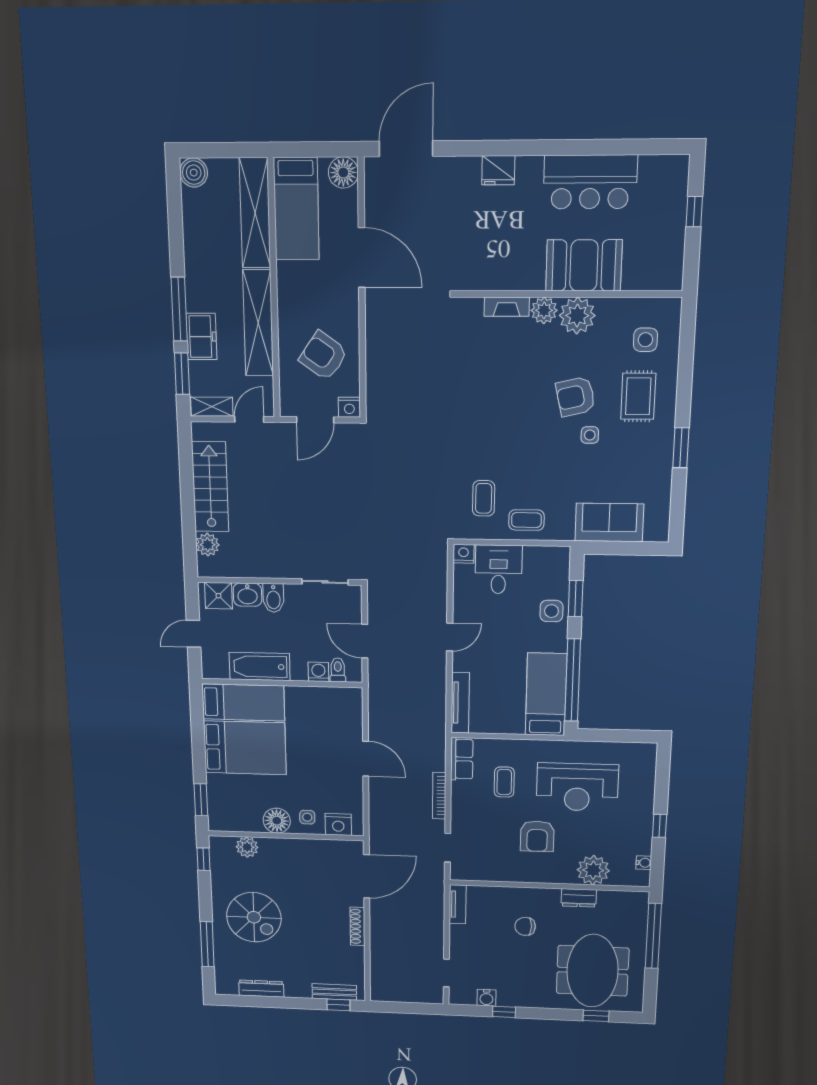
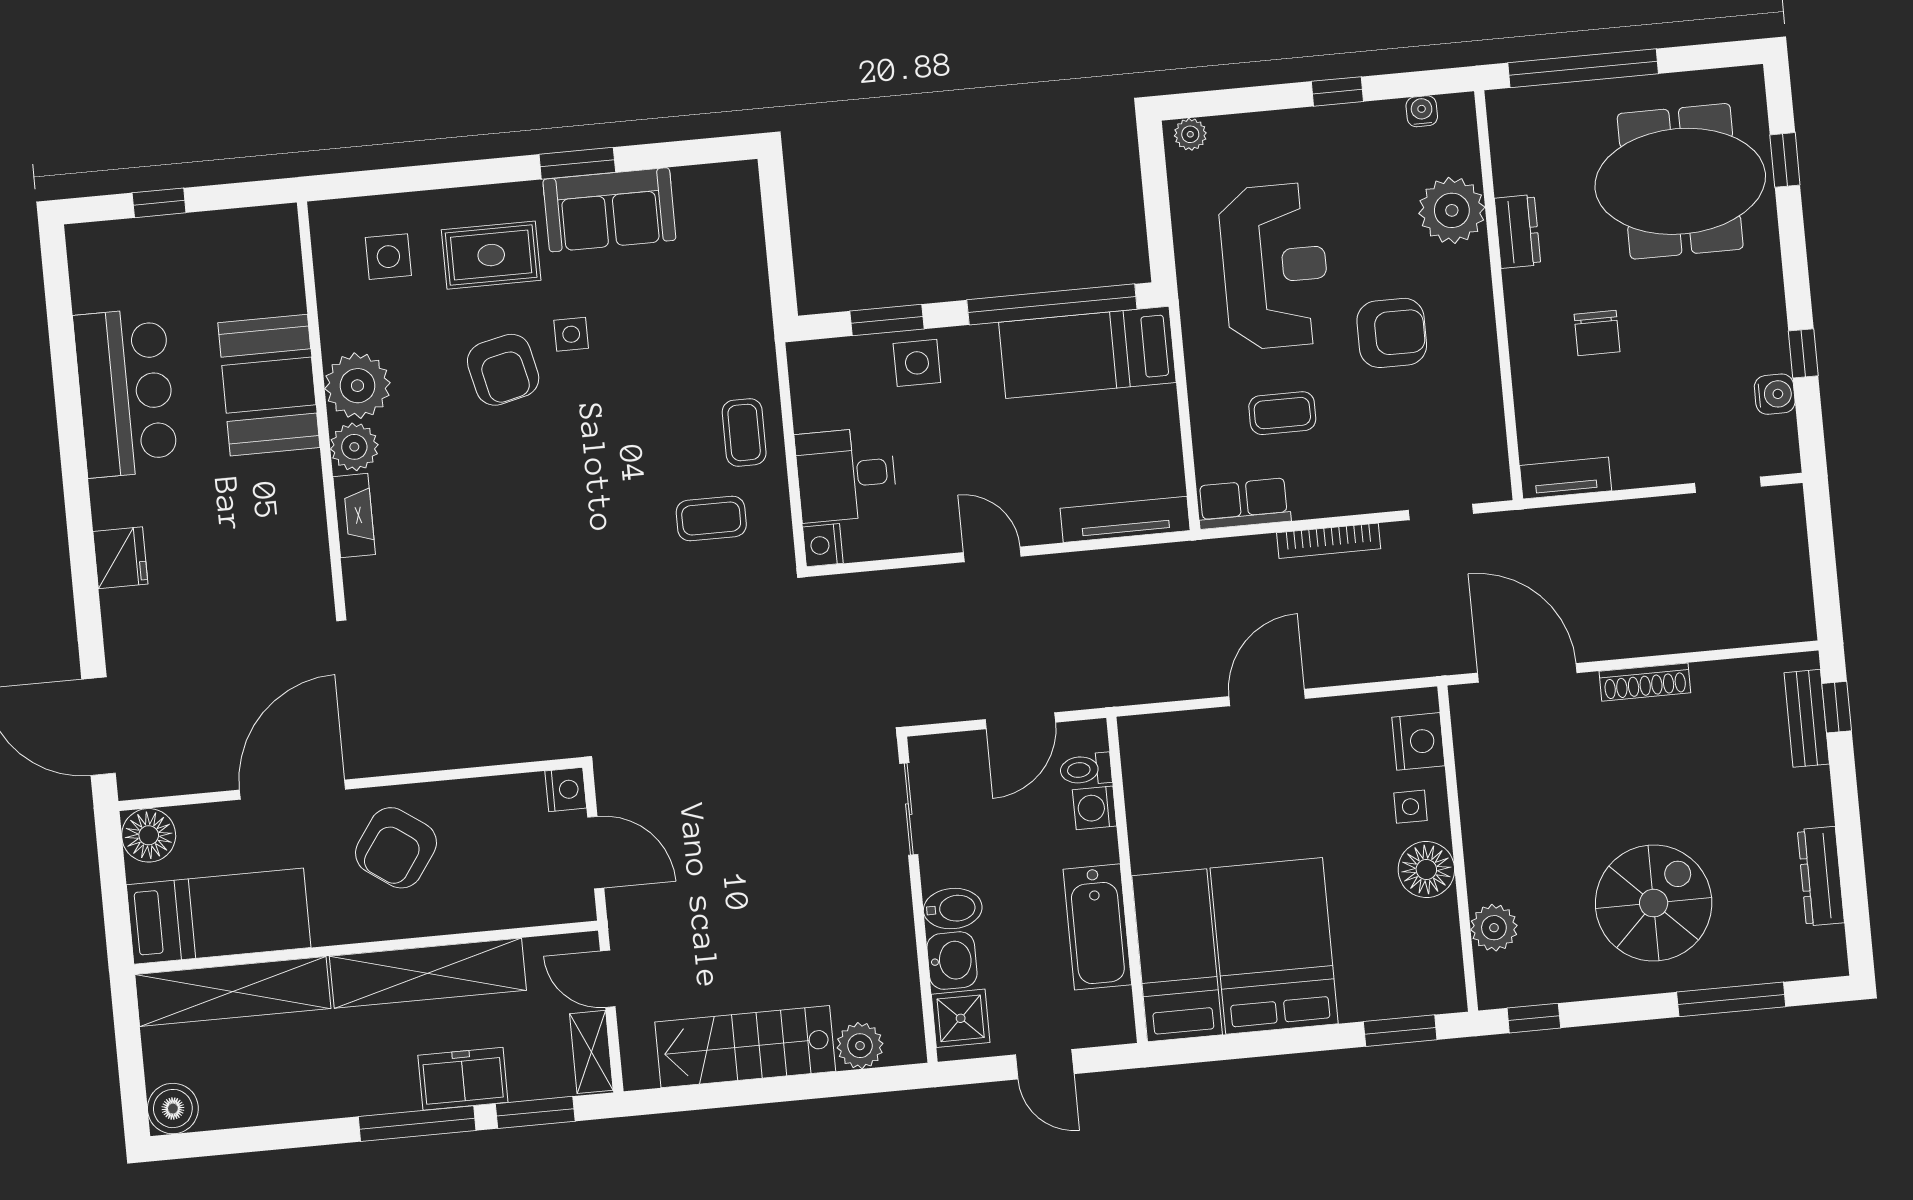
armchair: (323, 356) -> (396, 848), moved
sofa: (609, 522) -> (609, 210), moved, turned -90
plant: (649, 756) -> (1190, 134), added

